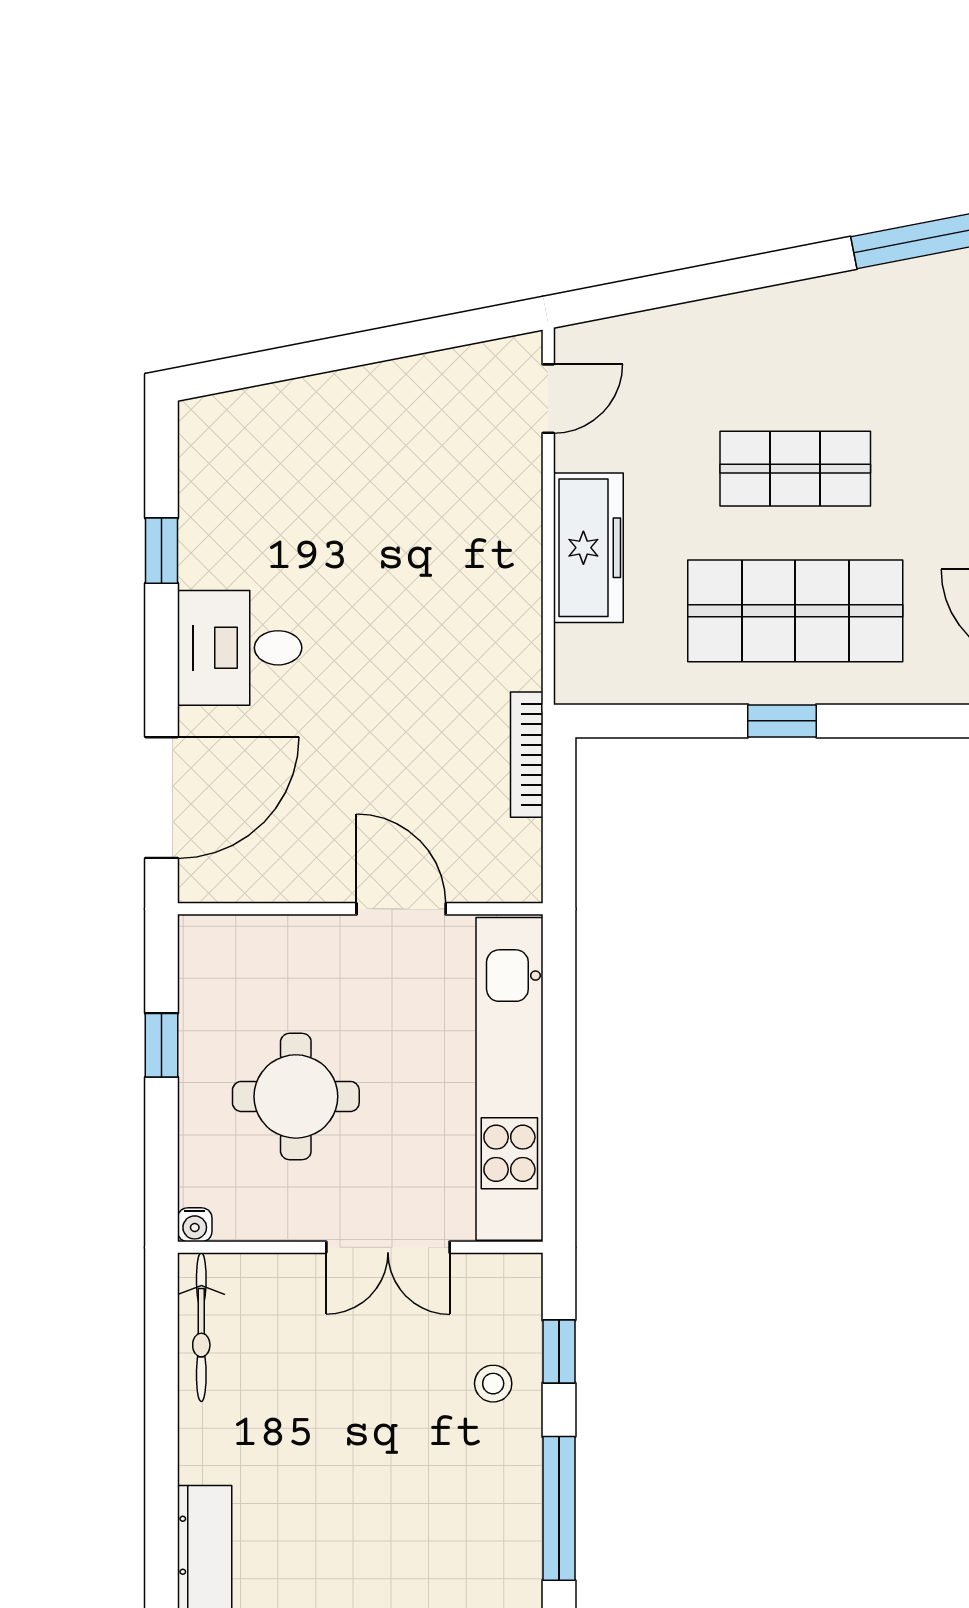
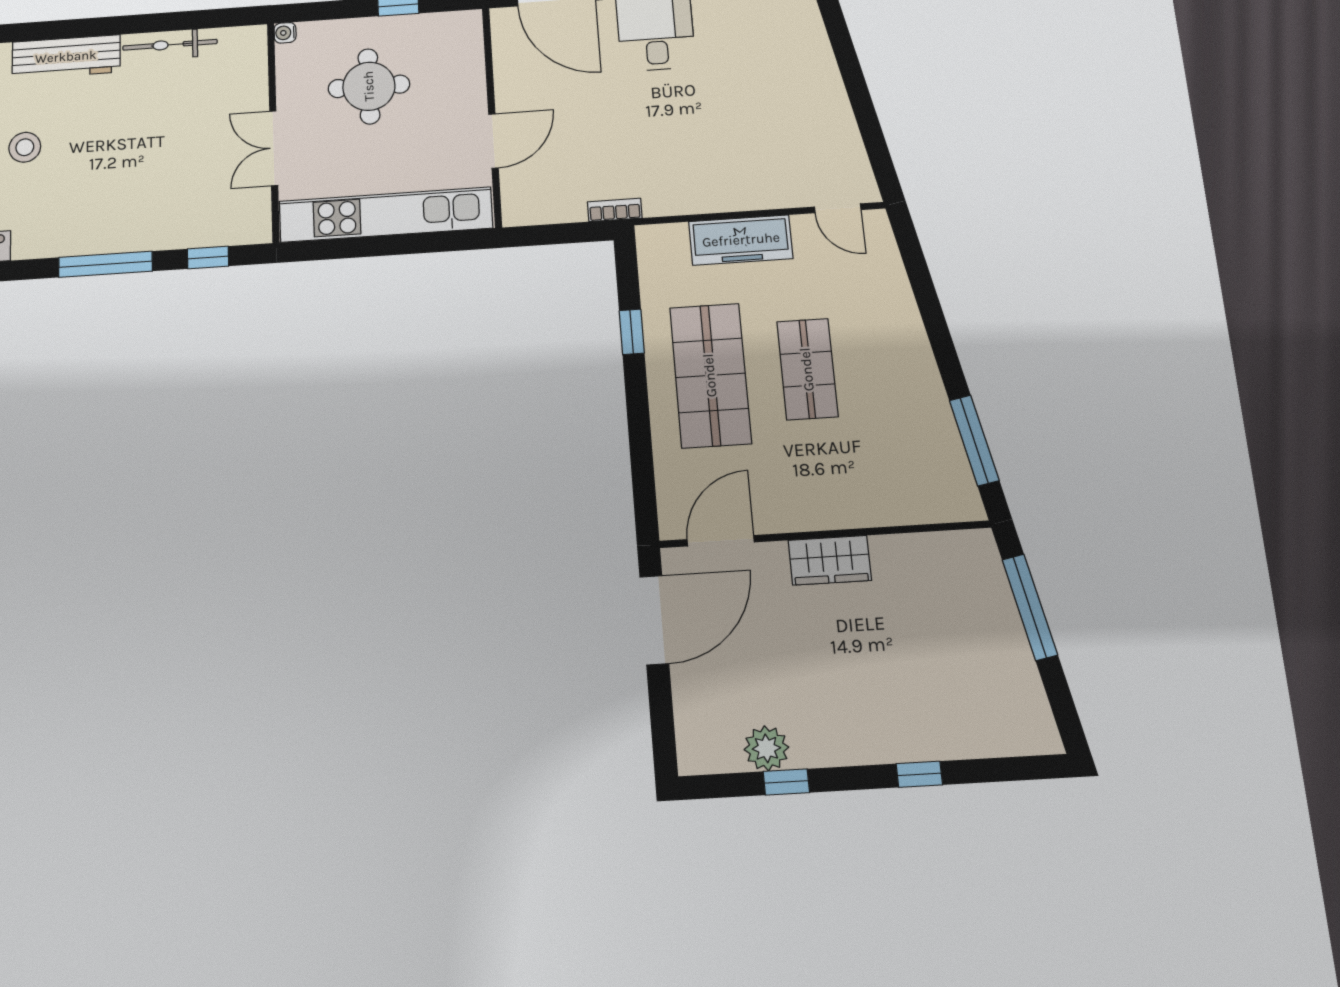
window: (782, 721) -> (632, 332), moved
bookcase: (527, 755) -> (615, 210), width x0.64
bicycle: (201, 1327) -> (170, 45), moved
stool: (493, 1384) -> (187, 218), removed

